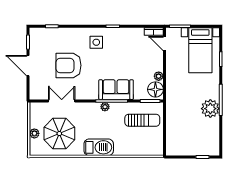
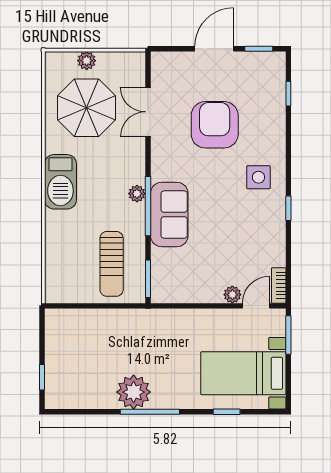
plant: (159, 76) -> (232, 295), moved
floor lamp: (155, 89) -> (170, 289), removed
double door: (62, 101) -> (148, 112), swing flipped

